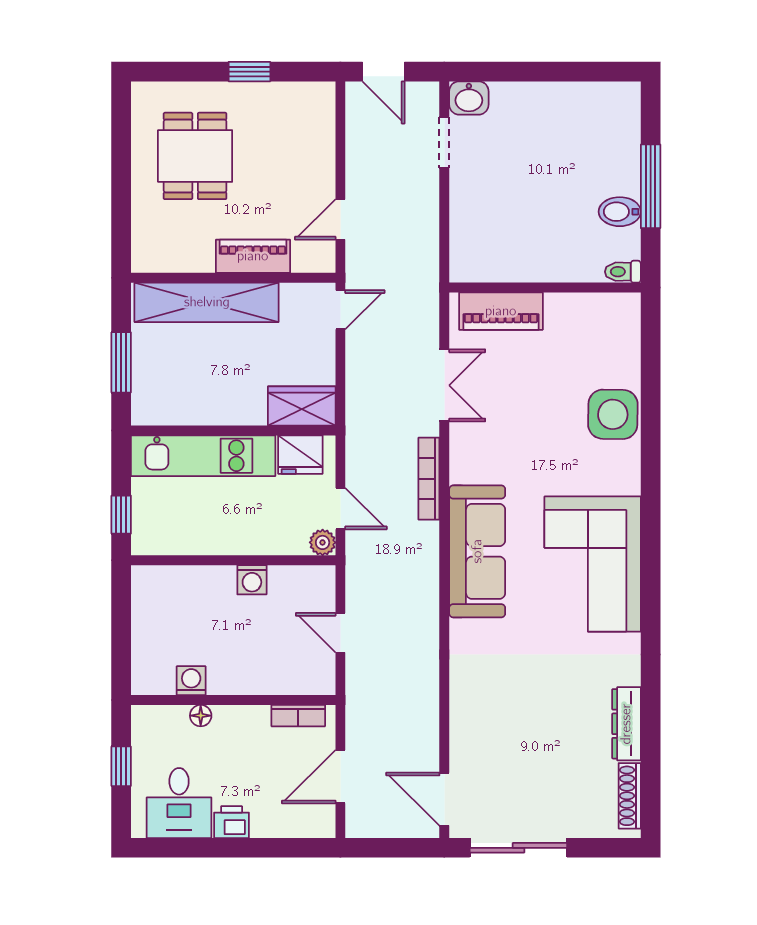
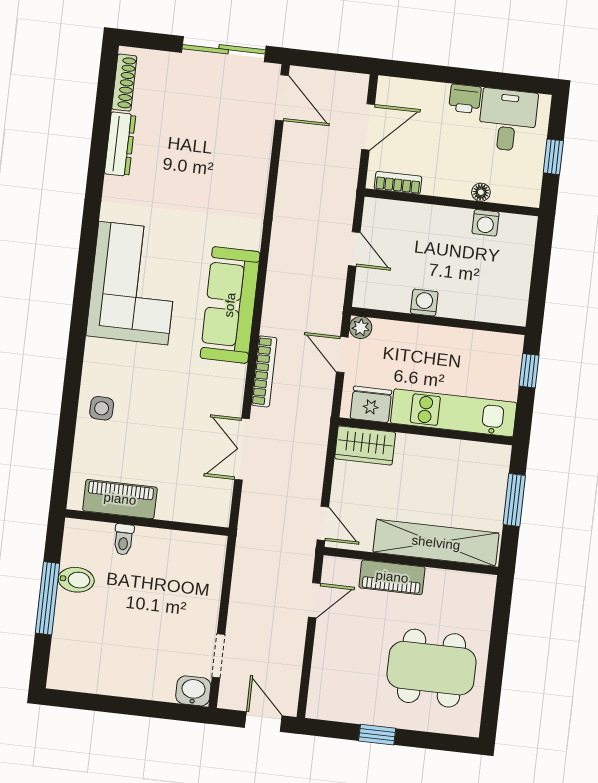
dining table: (195, 156) -> (431, 668), width x1.38
toilet: (623, 272) -> (124, 539), moved, turned 90
door: (340, 310) -> (323, 523), swing flipped
piano: (501, 311) -> (120, 499), moved
side table: (613, 414) -> (102, 408), width x0.54, depth x0.54

